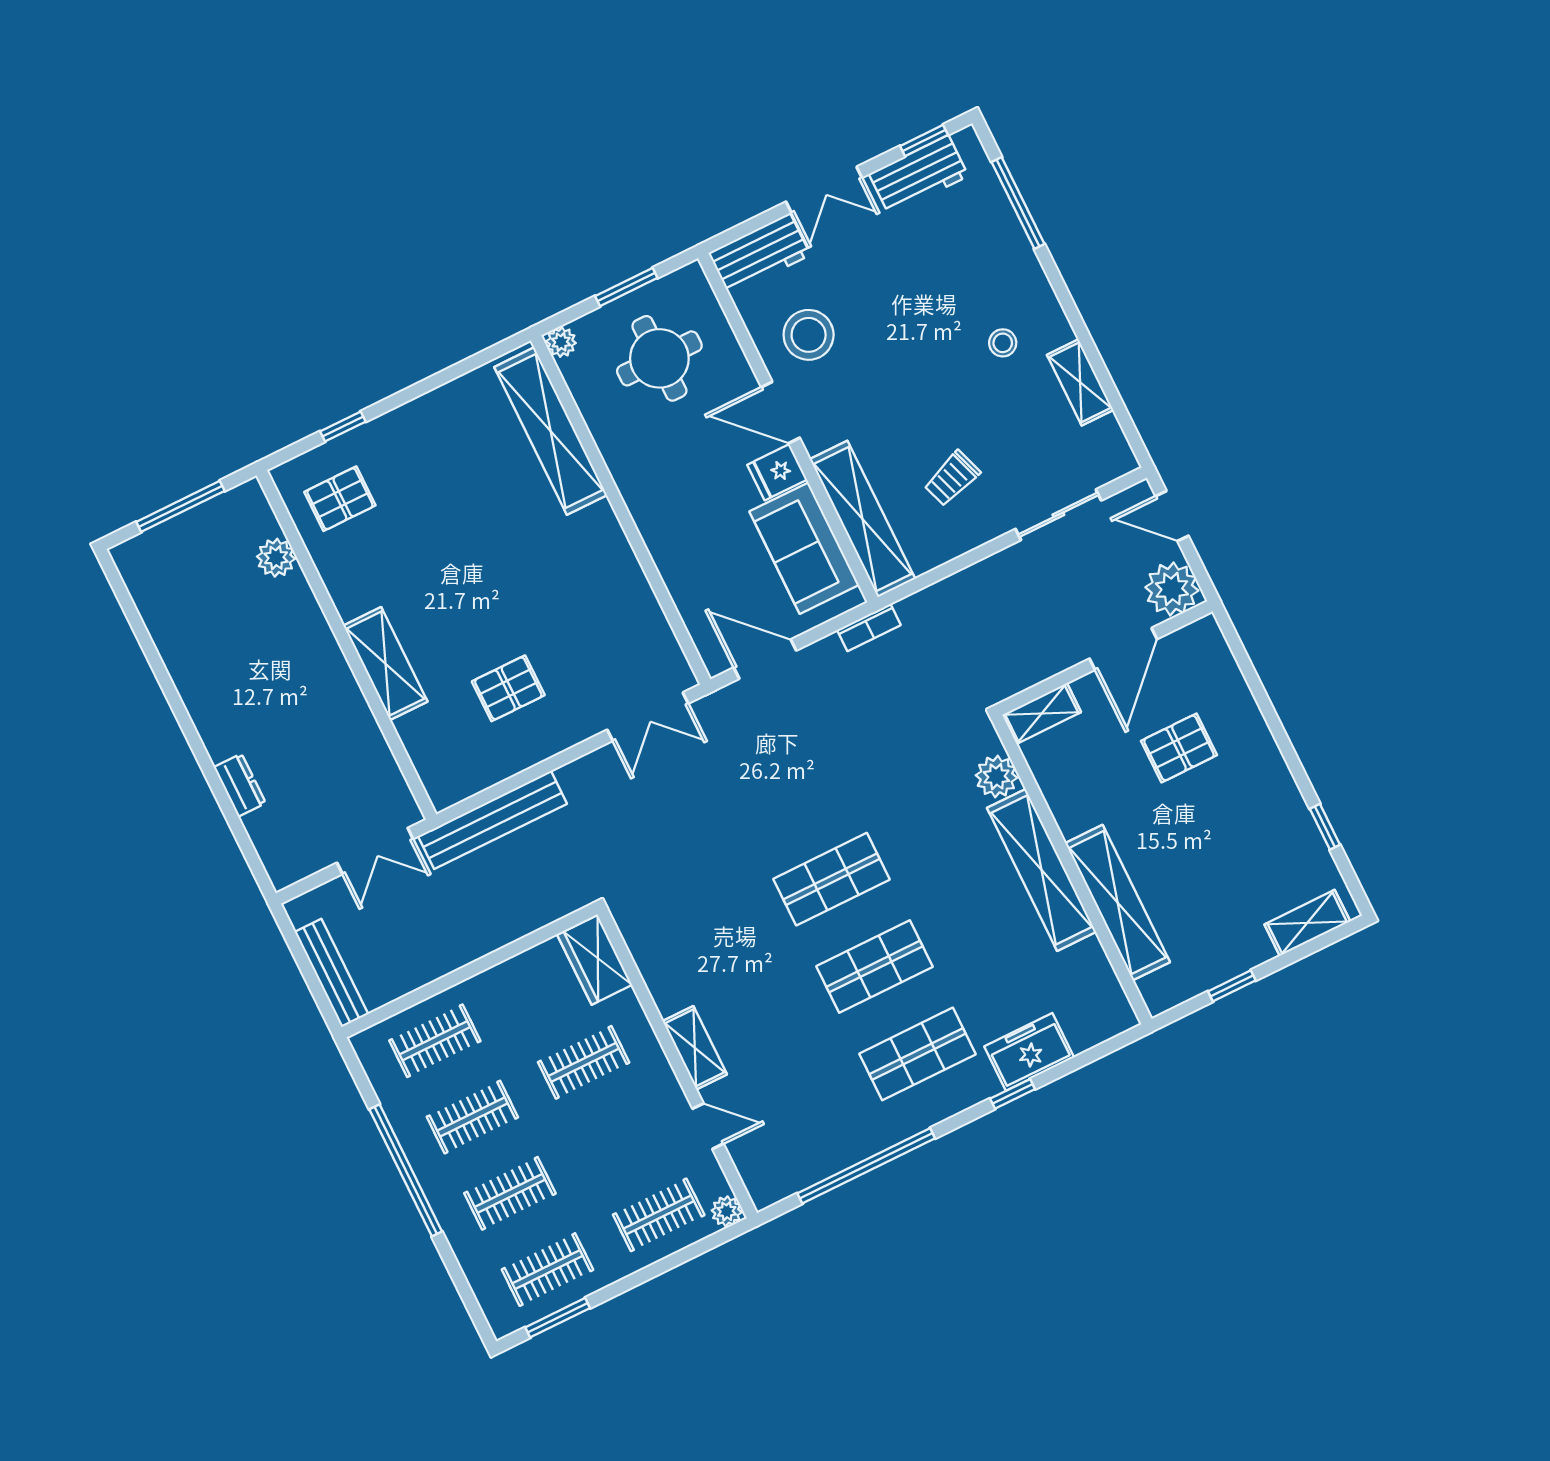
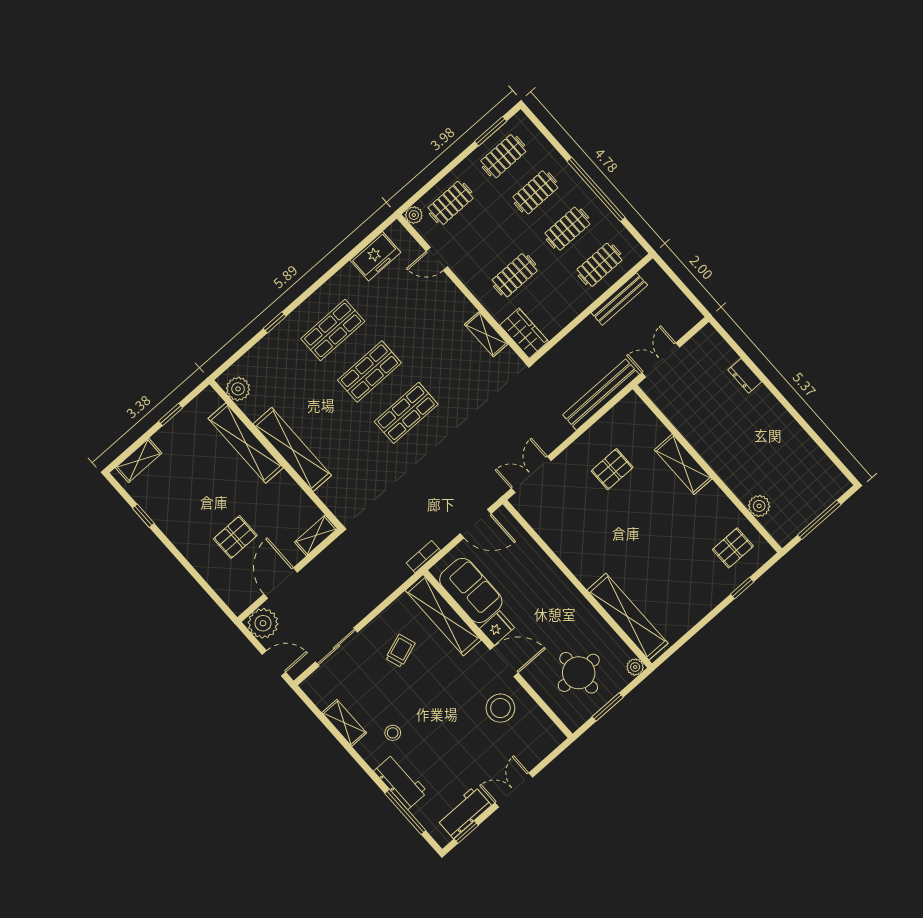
workbench: (759, 254) -> (401, 782), moved, turned 90
plant: (996, 777) -> (238, 389), moved
bench: (331, 973) -> (619, 299), moved, turned 90
shelving: (695, 1048) -> (486, 334), moved
freezer: (1029, 1052) -> (375, 256), moved
window: (866, 1166) -> (344, 261), removed

